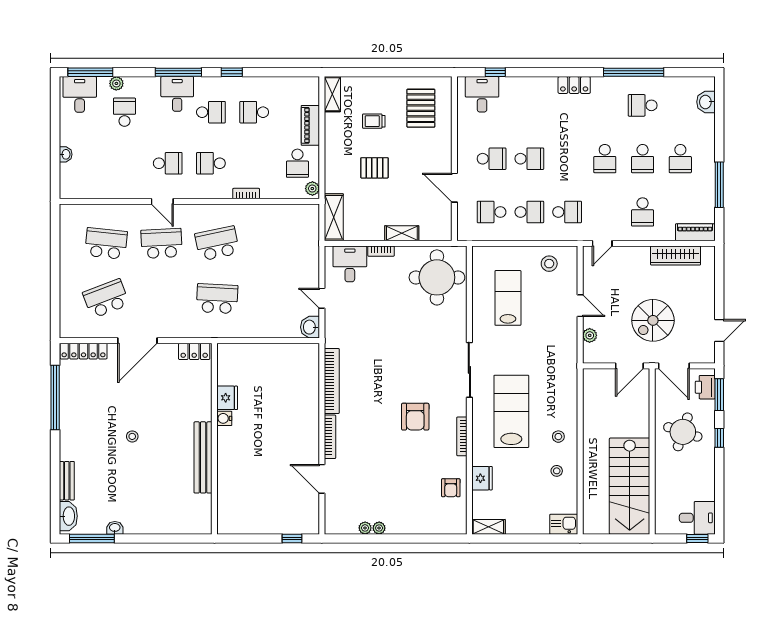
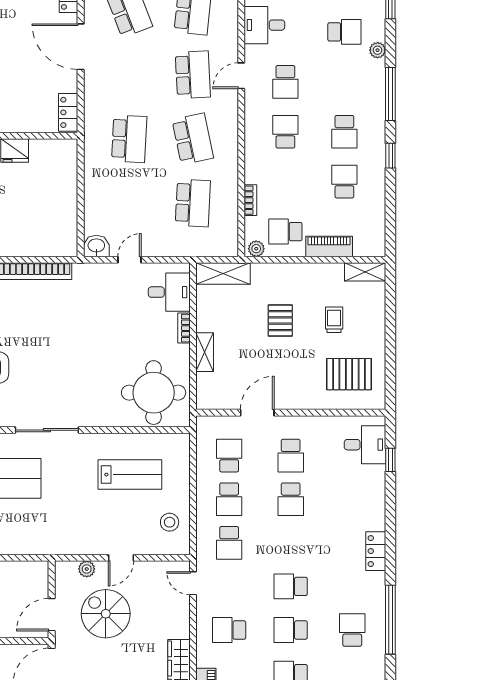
plant: (116, 83) -> (378, 50), moved
desk: (177, 94) -> (264, 25), moved, turned 180
bookcase: (246, 194) -> (250, 200), moved
school desk: (273, 243) -> (193, 203), added
spiral stairs: (653, 320) -> (106, 614), moved
door: (629, 366) -> (52, 615), hinge flipped

